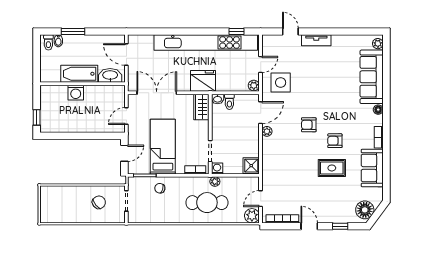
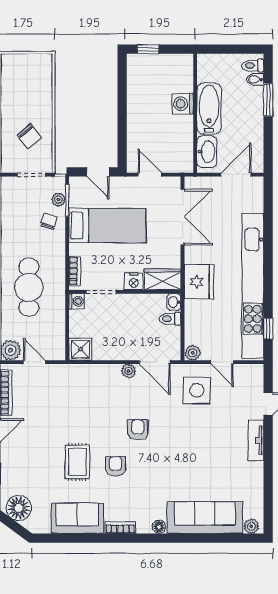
nightstand: (203, 128) -> (134, 281), added
plant: (215, 181) -> (58, 200), moved

